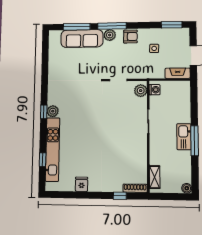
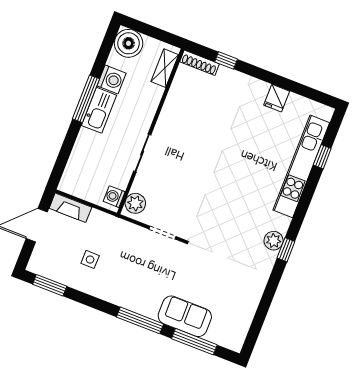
plant: (110, 35) -> (149, 308), removed
armchair: (130, 37) -> (118, 292), removed
sofa: (82, 39) -> (185, 316), width x0.73
plant: (53, 111) -> (274, 241), moved
window: (44, 112) -> (286, 250), moved
washing machine: (184, 158) -> (111, 79), added
boiler: (187, 188) -> (129, 43), width x1.86, depth x1.86

